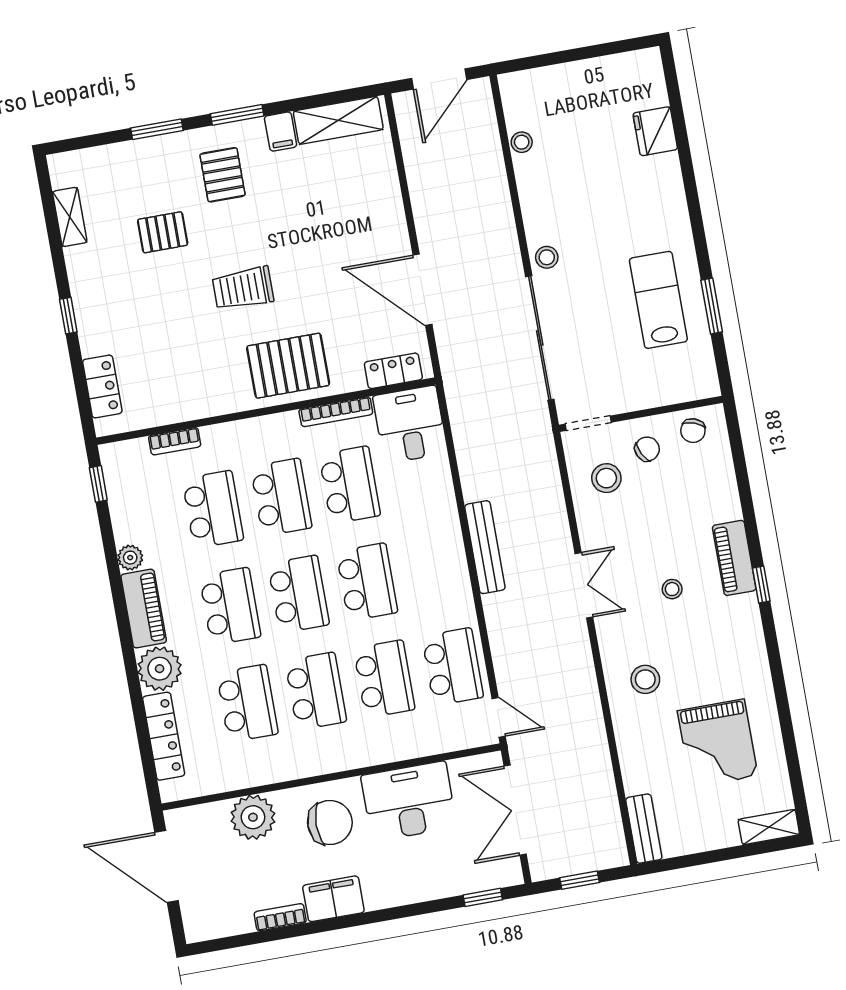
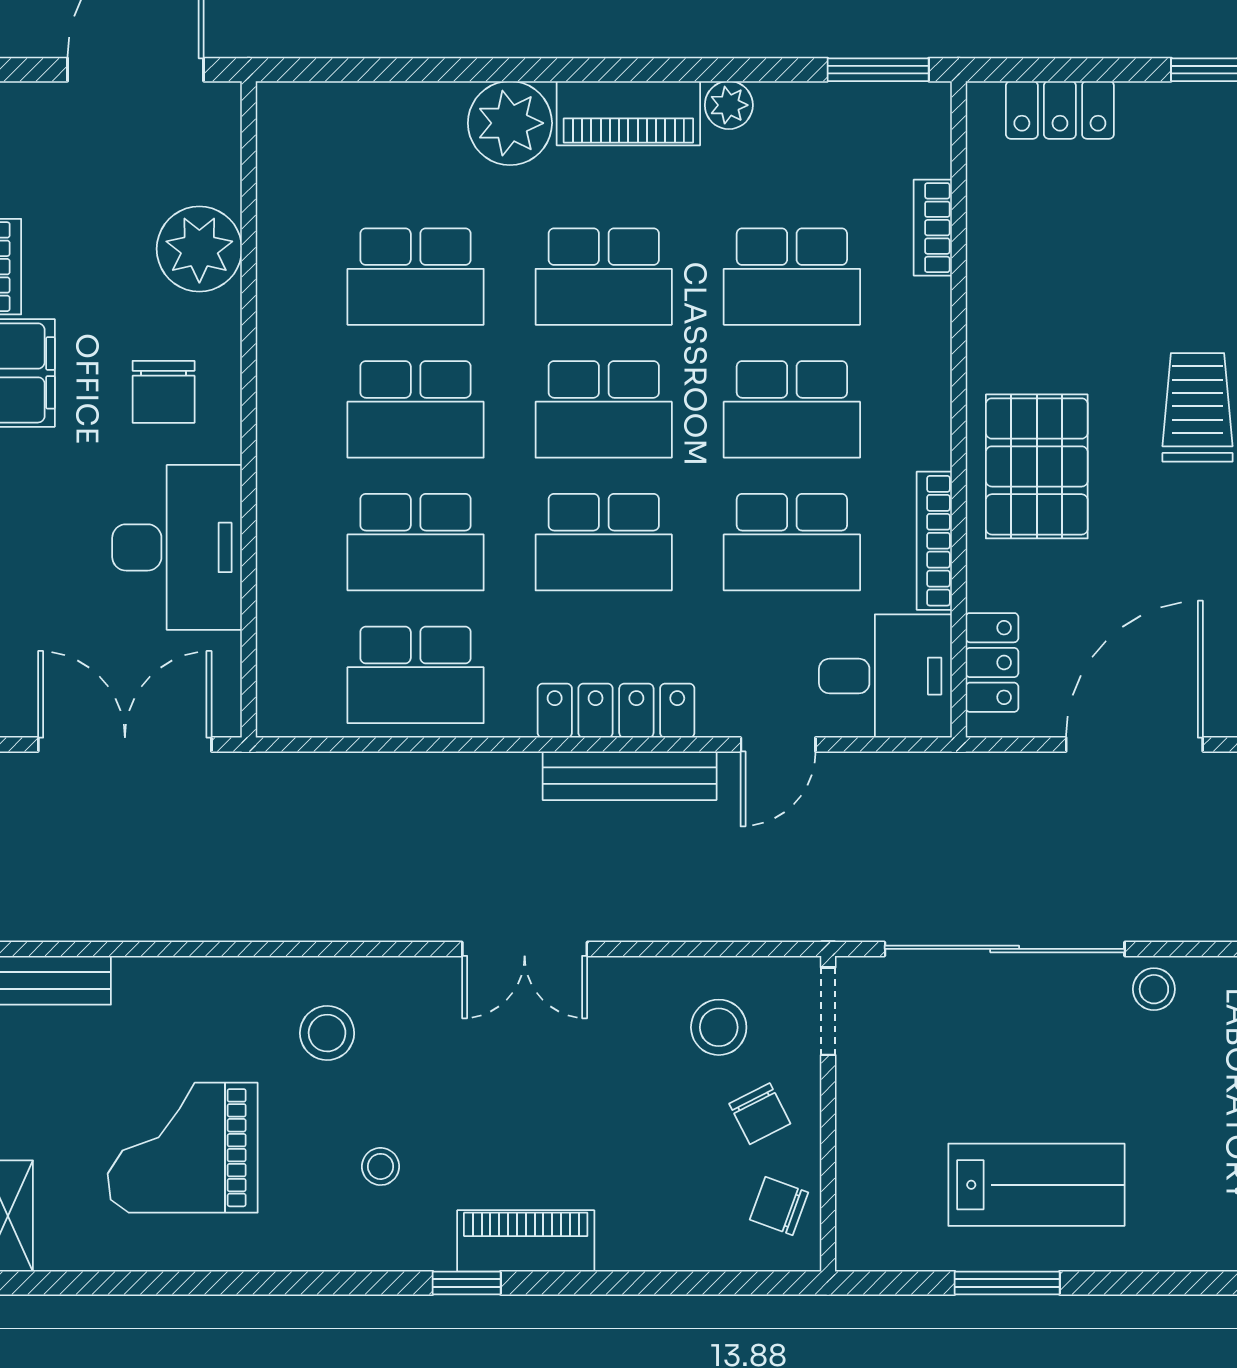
window: (98, 484) -> (878, 70), width x1.50
stool: (672, 589) -> (381, 1166), moved
door: (499, 717) -> (778, 744), moved
locker: (164, 736) -> (616, 711), moved, turned 180
chair: (330, 823) -> (164, 392), width x0.73, depth x0.73

